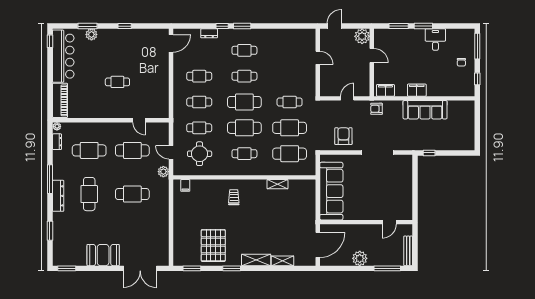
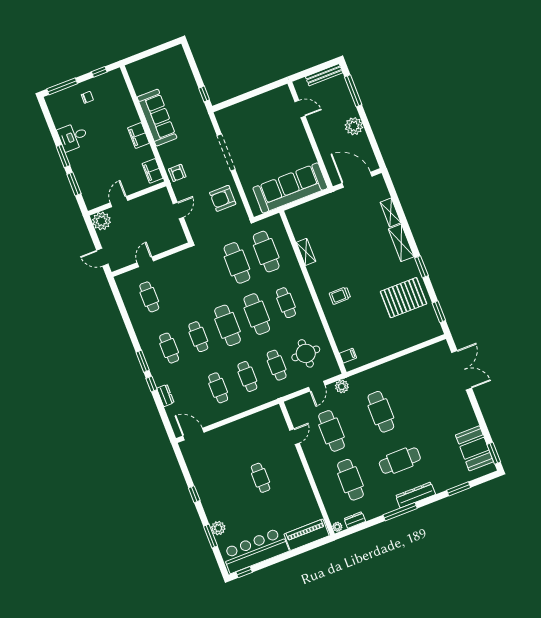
door: (347, 98) -> (178, 210), swing flipped
cafe table: (290, 102) -> (149, 297), moved
booth: (103, 255) -> (474, 448), moved

